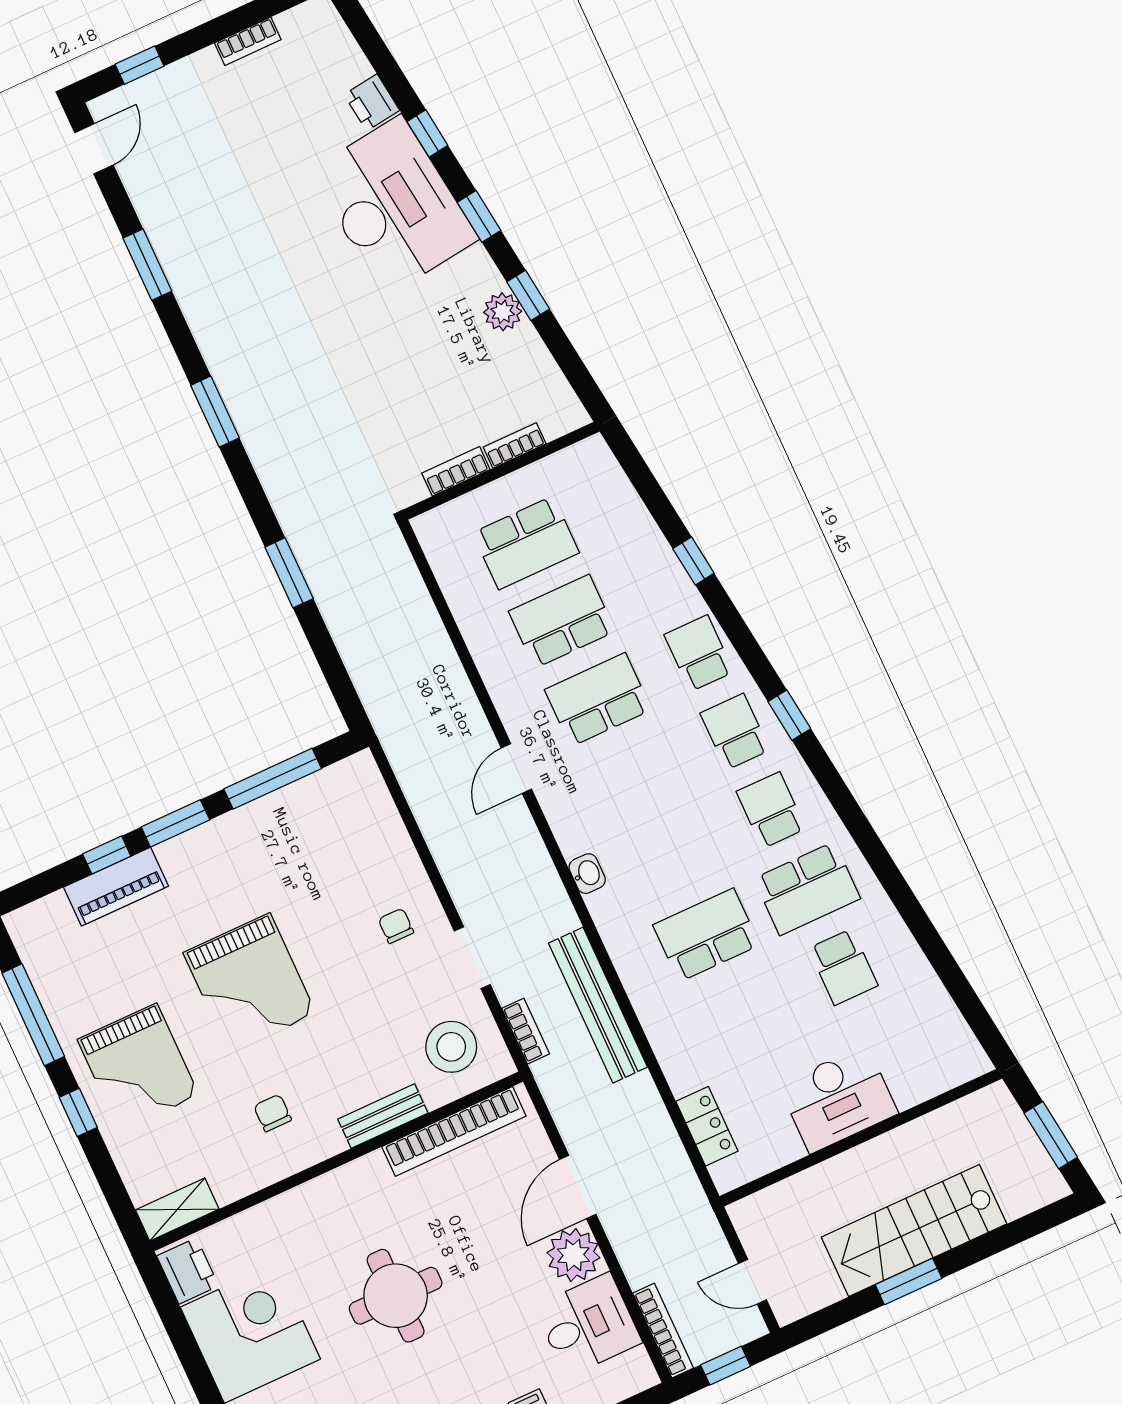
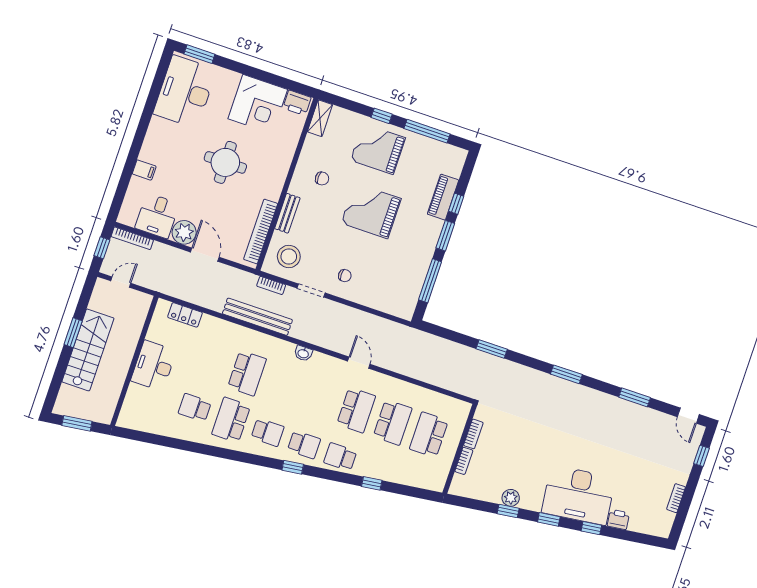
school desk: (699, 653) -> (340, 457), turned 180

